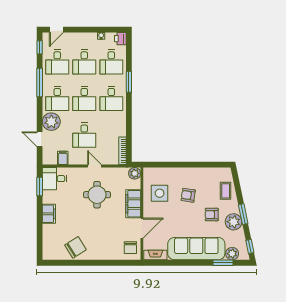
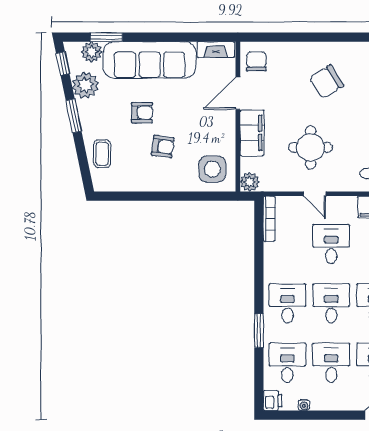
side table: (160, 193) -> (212, 169), moved
armchair: (212, 215) -> (142, 113), moved
plant: (234, 222) -> (85, 85), moved
chair: (75, 247) -> (327, 82), moved

